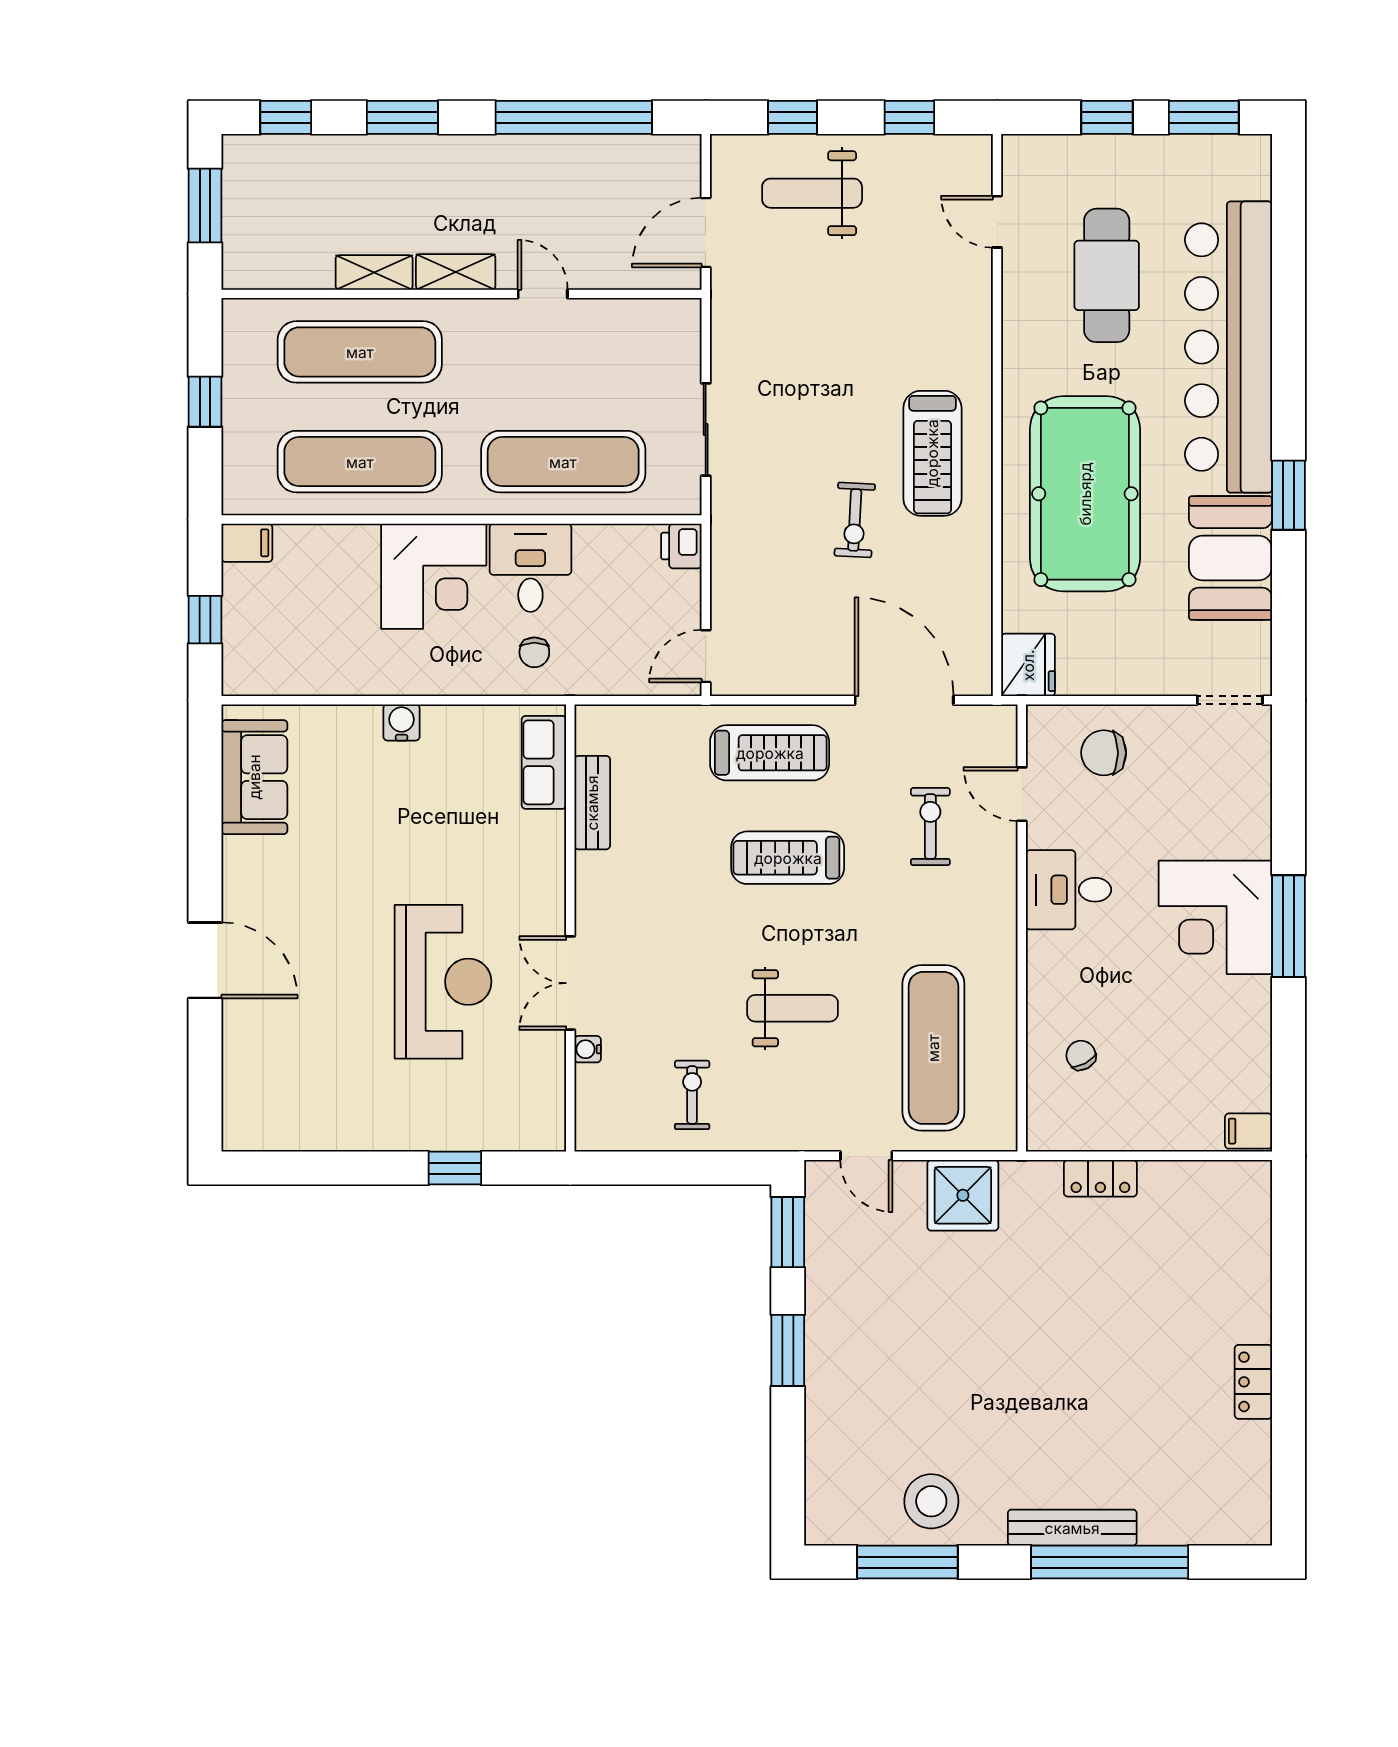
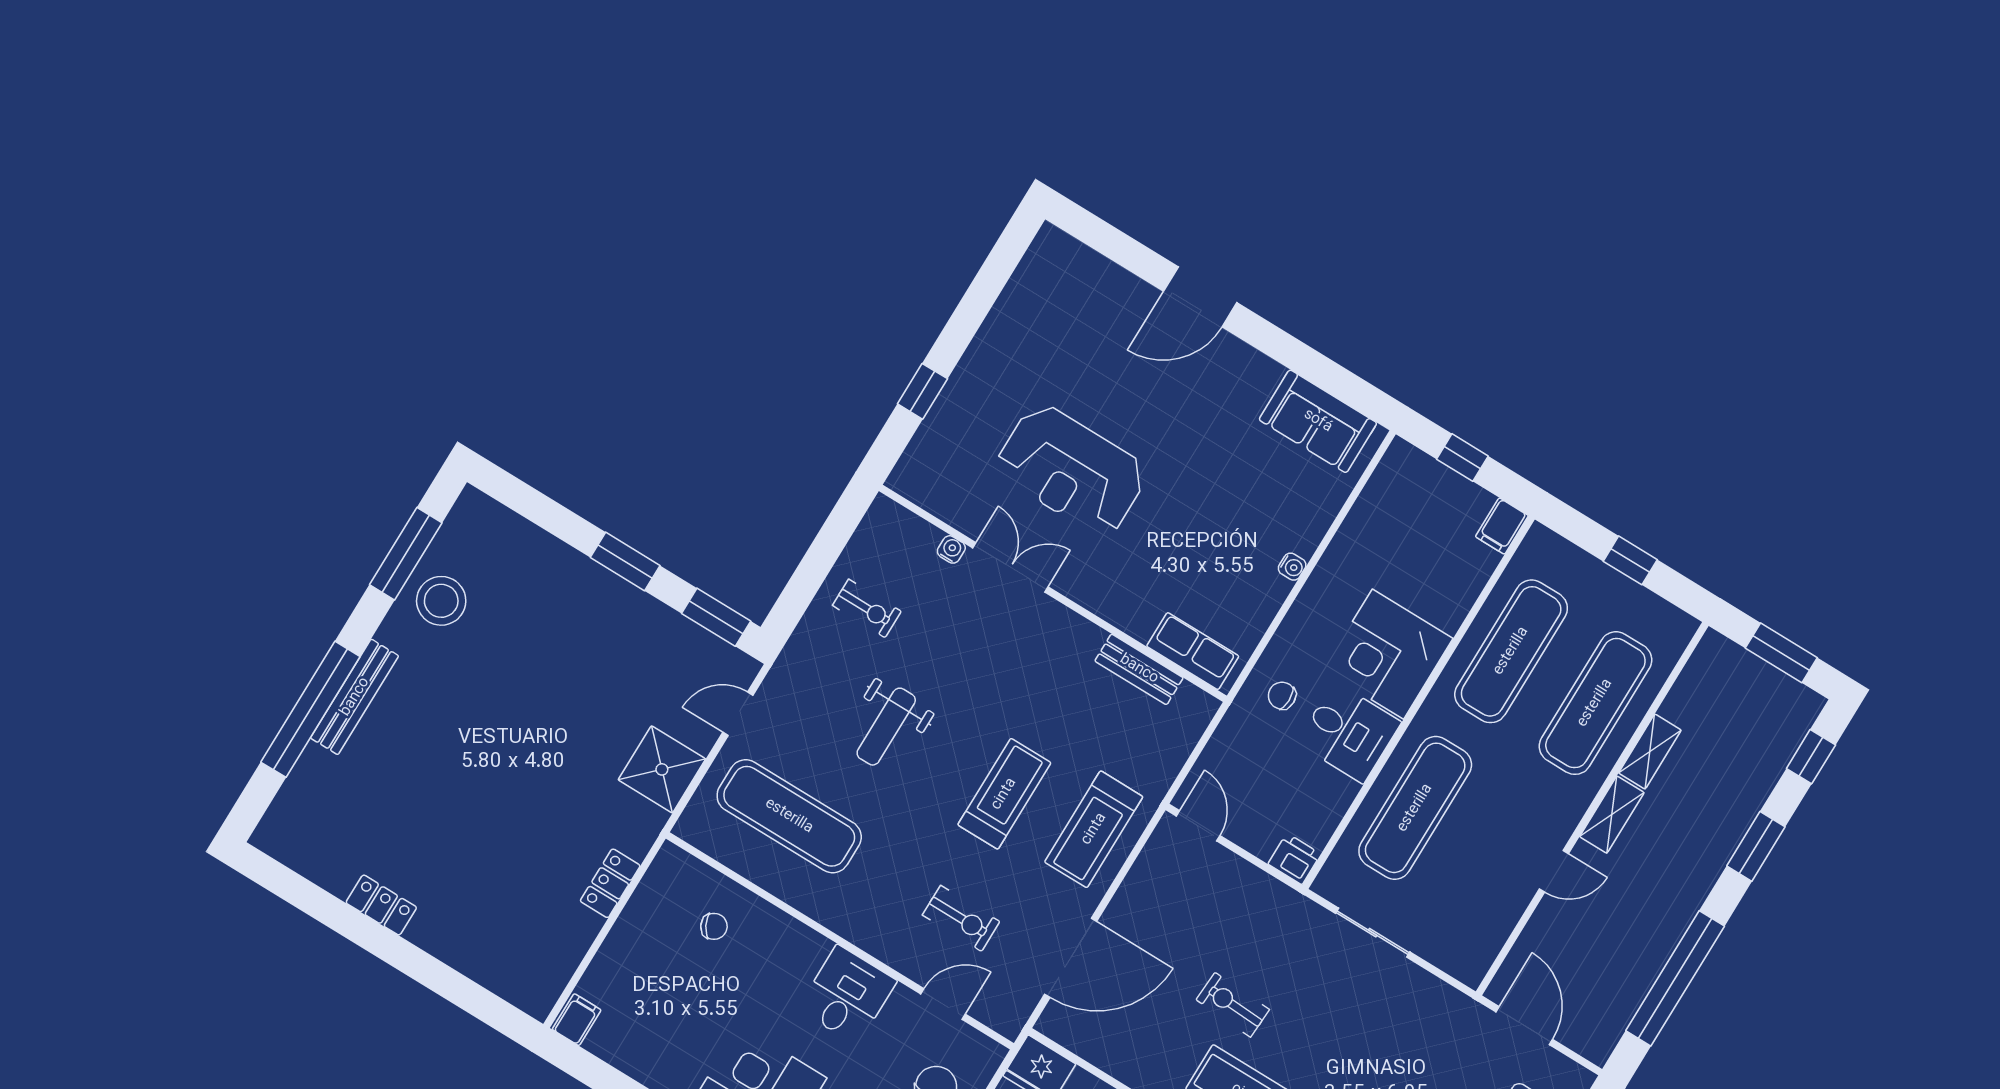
water cooler: (402, 722) -> (1292, 567), width x0.72, depth x0.72

